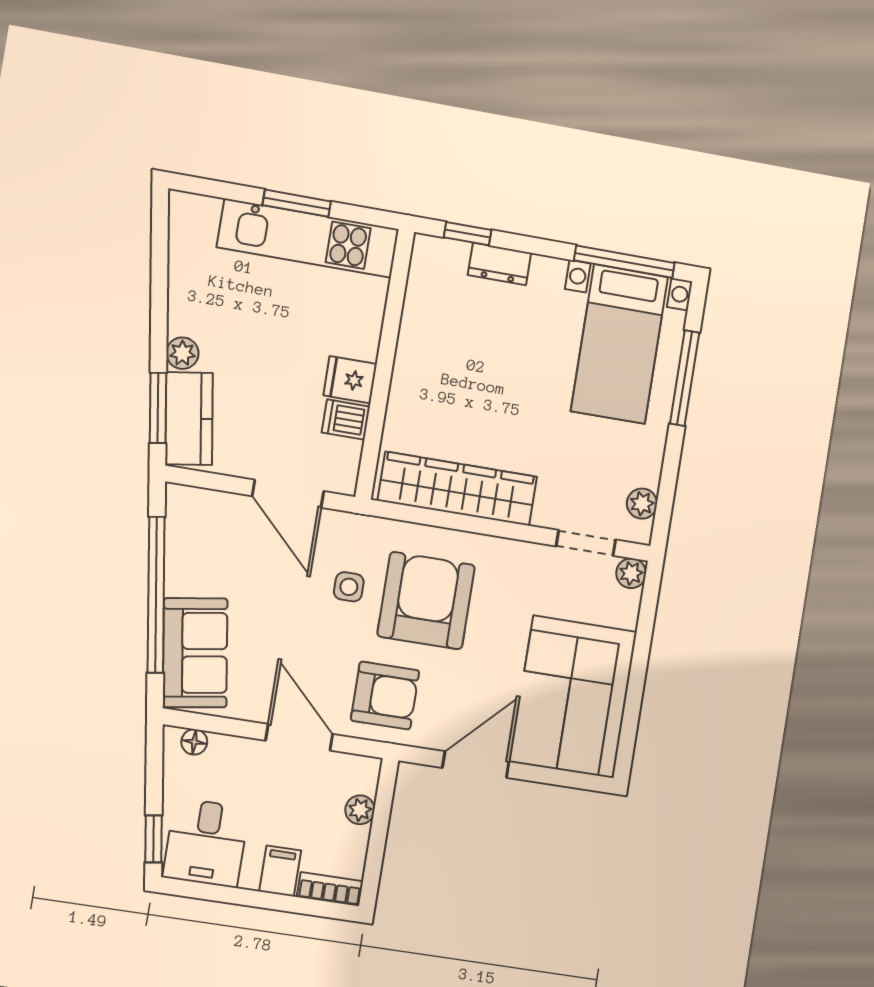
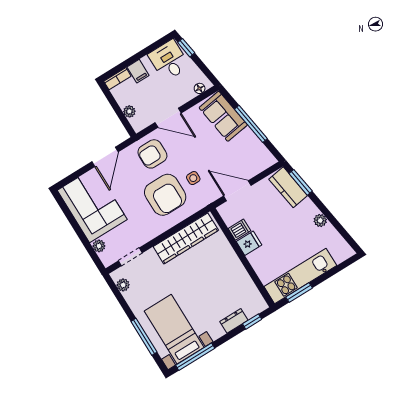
window: (297, 203) -> (299, 293), moved
plant: (182, 353) -> (320, 220), moved
plant: (631, 573) -> (99, 246), moved
window: (156, 595) -> (251, 124), width x0.68

